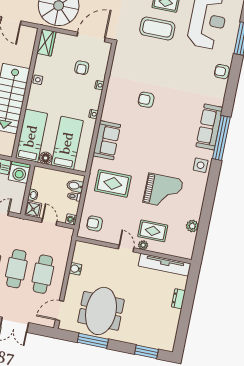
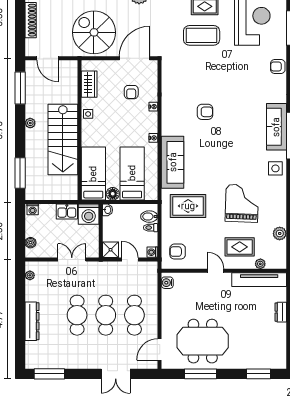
wardrobe: (46, 42) -> (89, 84), moved
armchair: (146, 100) -> (205, 112), turned 180
sofa: (107, 140) -> (173, 162), width x1.36
grand piano: (163, 191) -> (242, 203), turned -88
washbasin: (33, 195) -> (107, 210), moved
plant: (143, 245) -> (260, 264), moved
water cooler: (75, 269) -> (167, 283), moved
meeting table: (101, 311) -> (203, 341), turned 90

